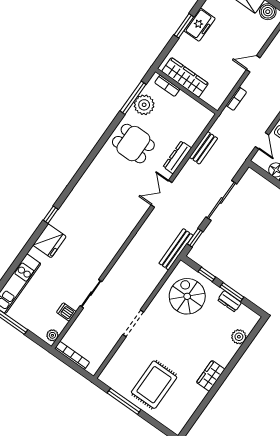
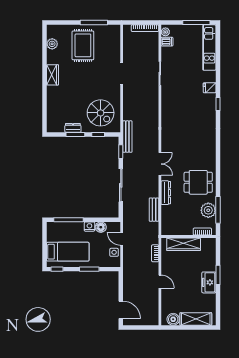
door: (253, 64) -> (160, 282), hinge flipped
wardrobe: (185, 77) -> (184, 244), moved
fridge: (49, 241) -> (210, 88), width x0.53, depth x0.75
dishwasher: (66, 312) -> (167, 42), moved
plant: (239, 337) -> (52, 44), moved

